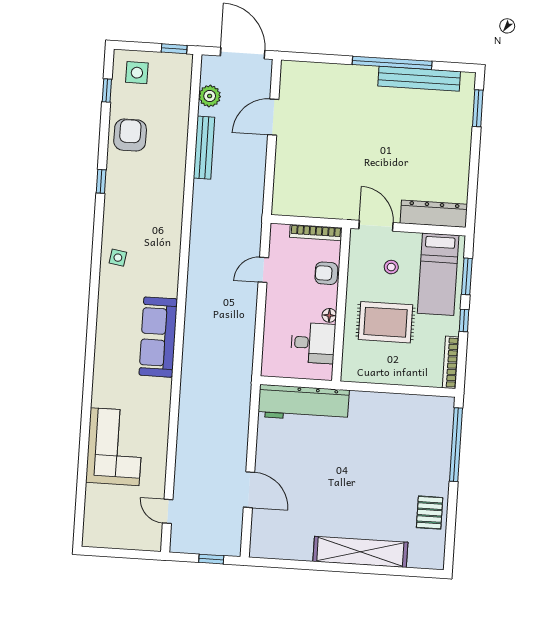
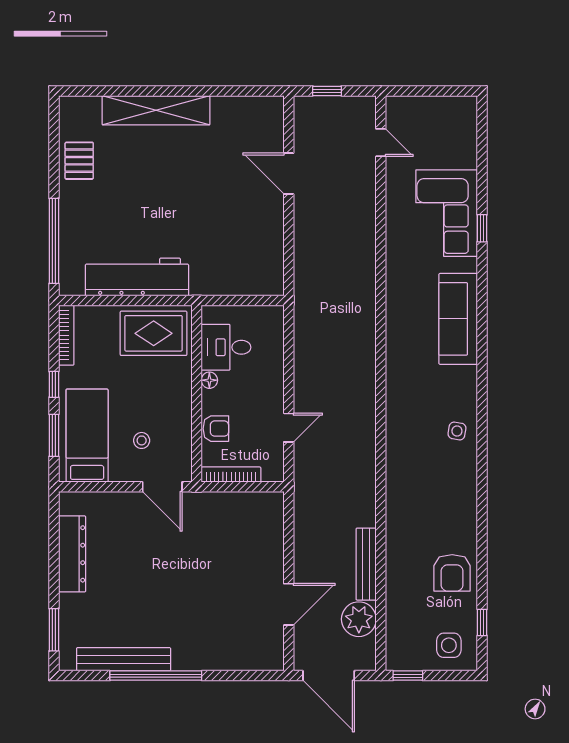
plant: (210, 96) -> (359, 619), width x1.36, depth x1.36
window: (101, 181) -> (482, 228), moved
dresser: (434, 214) -> (72, 554), moved, turned -90
rug: (385, 322) -> (154, 333), moved
sofa: (158, 337) -> (458, 319), moved, turned 180
workbench: (304, 403) -> (137, 277), moved

